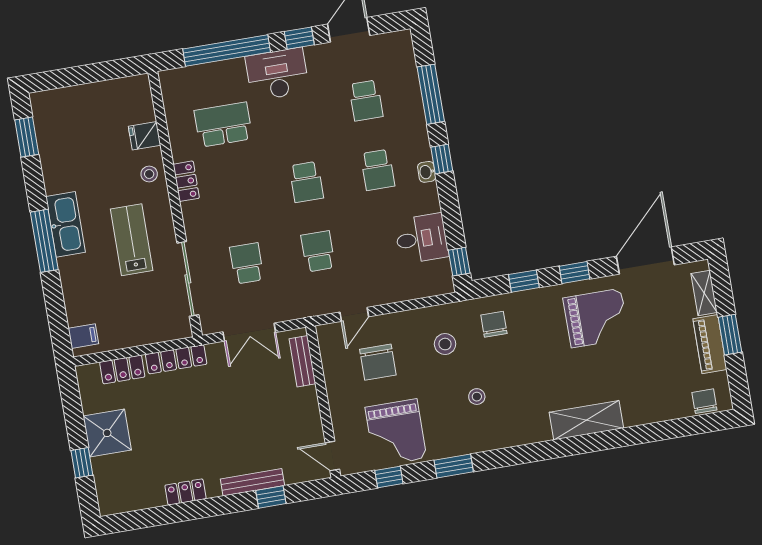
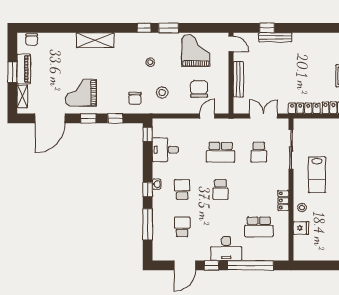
school desk: (306, 182) -> (220, 190), turned 180
school desk: (318, 251) -> (220, 152), width x1.85
bench: (302, 361) -> (238, 79), moved, width x1.36
window: (389, 477) -> (144, 28), moved
locker: (185, 492) -> (311, 38), removed

